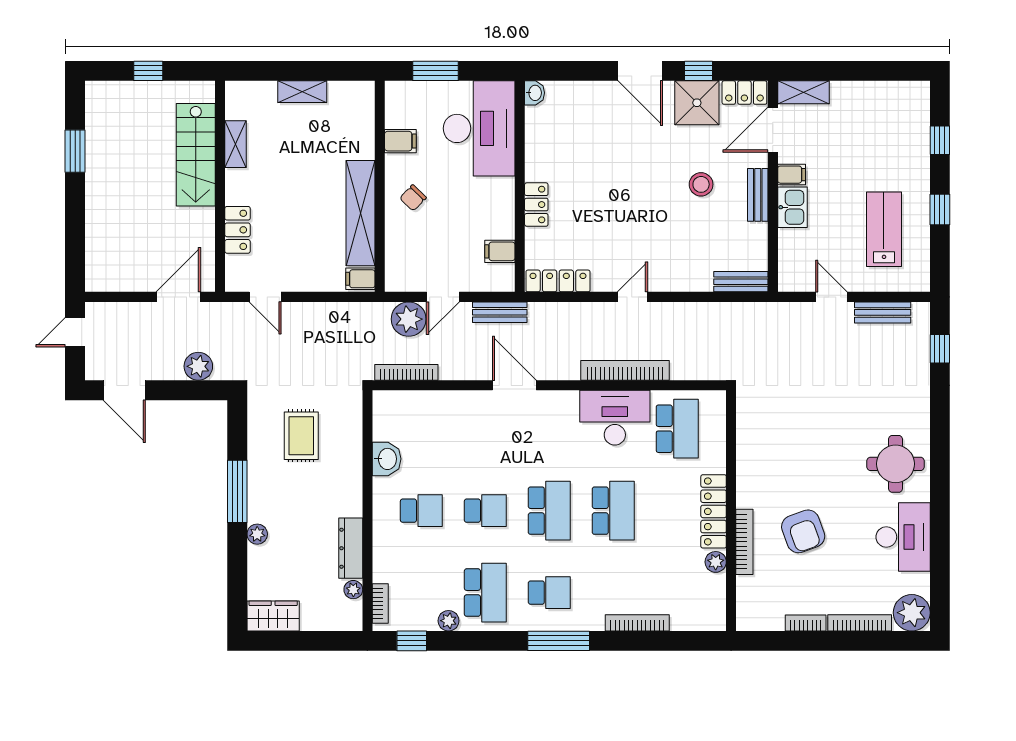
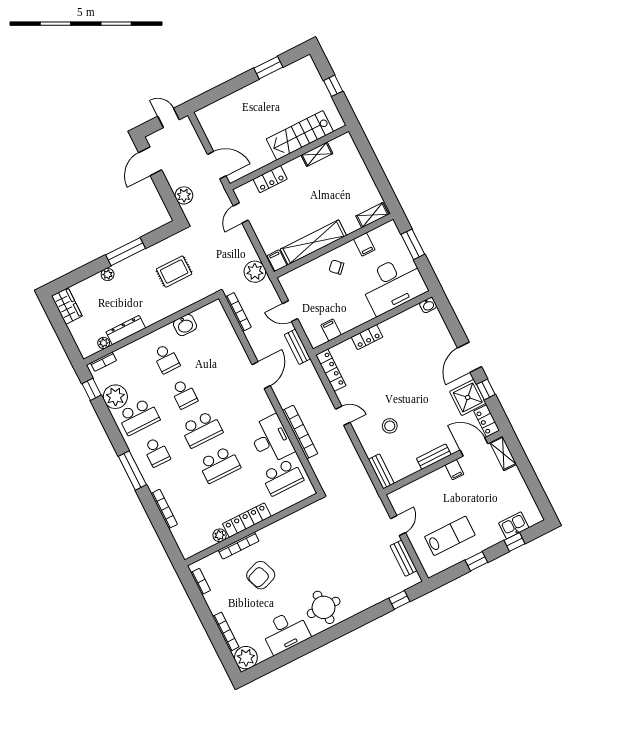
shelving: (302, 92) -> (372, 215), moved, turned 90
stool: (701, 184) -> (390, 426), moved
kitchen sink: (793, 207) -> (514, 525), moved, turned 180
plant: (409, 319) -> (255, 272), moved
plant: (449, 621) -> (115, 397), width x1.88, depth x1.88
bookcase: (806, 623) -> (201, 581), moved

